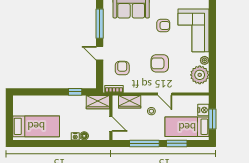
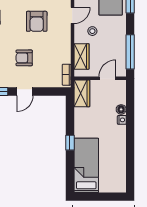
armchair: (122, 68) -> (24, 58), moved
window: (75, 92) -> (70, 143), moved
bed: (36, 126) -> (86, 165), moved
window: (144, 143) -> (130, 52), moved

